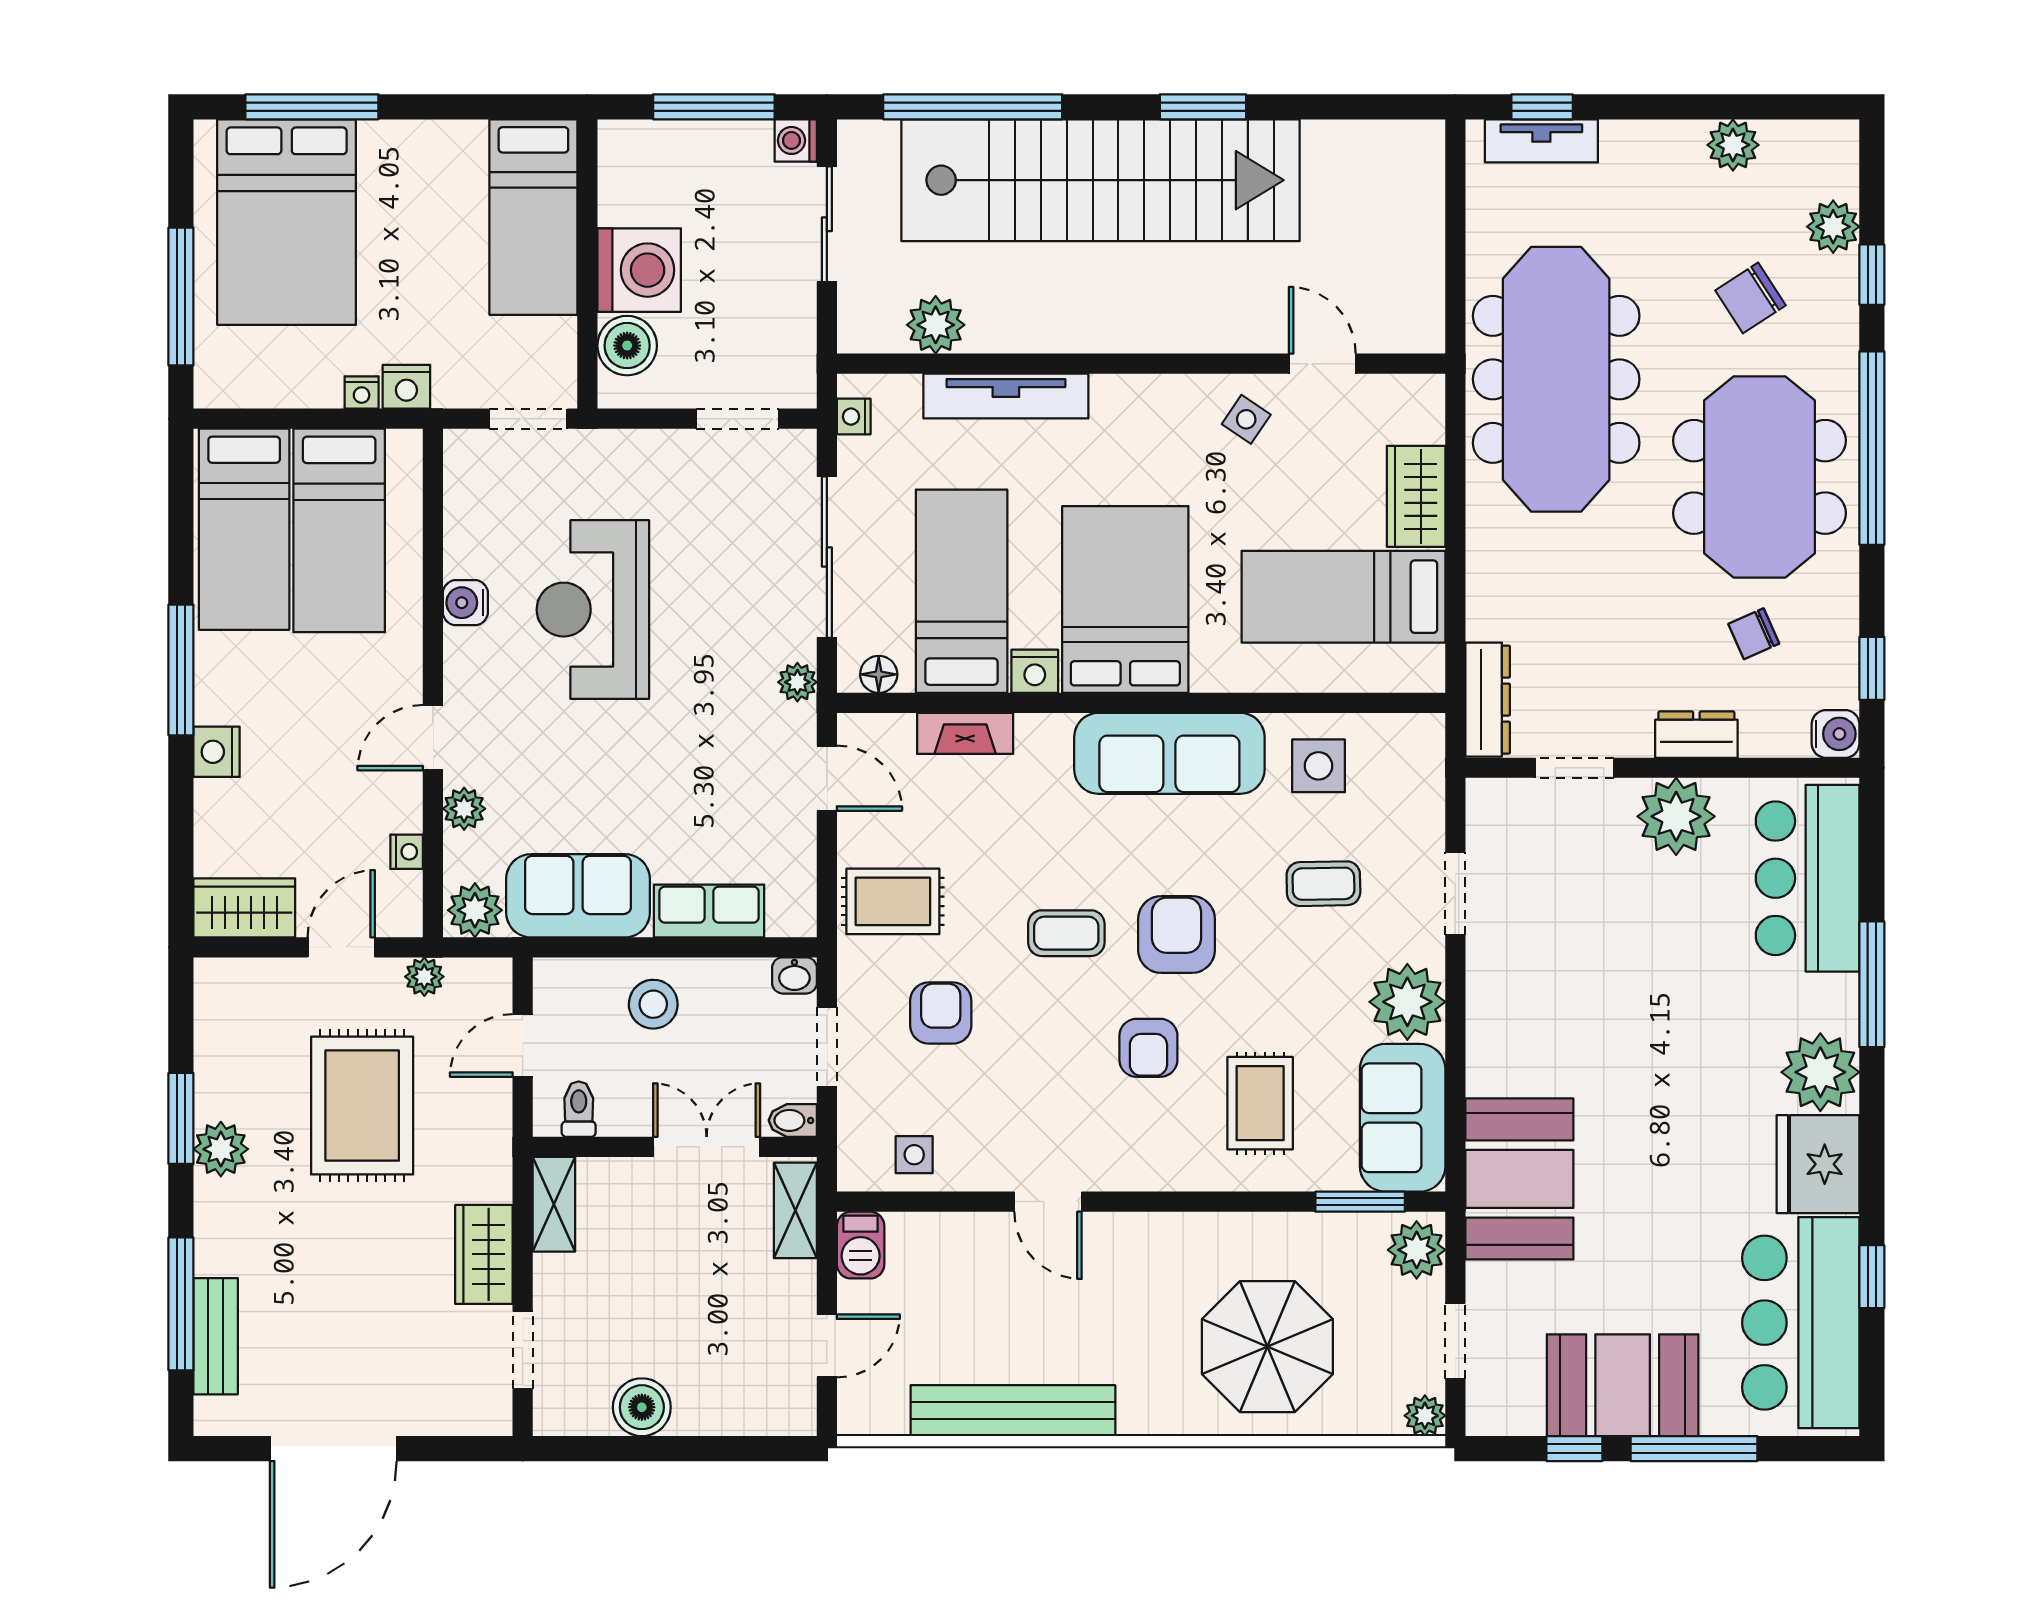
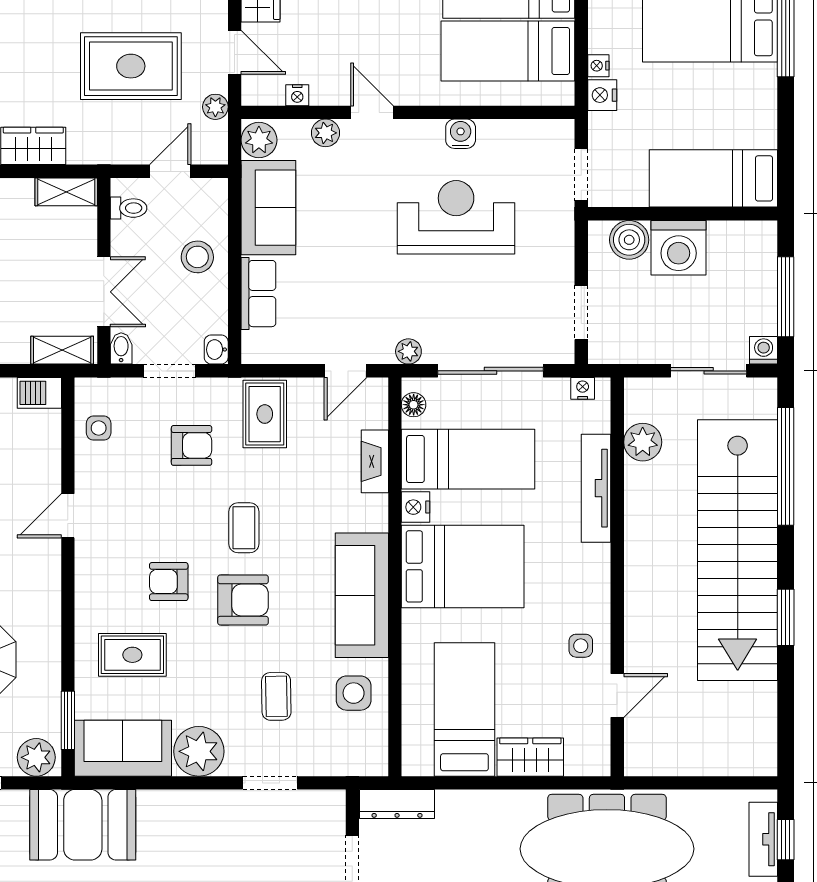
side table: (1246, 419) -> (581, 646), turned -34
door: (523, 1045) -> (170, 171), hinge flipped

